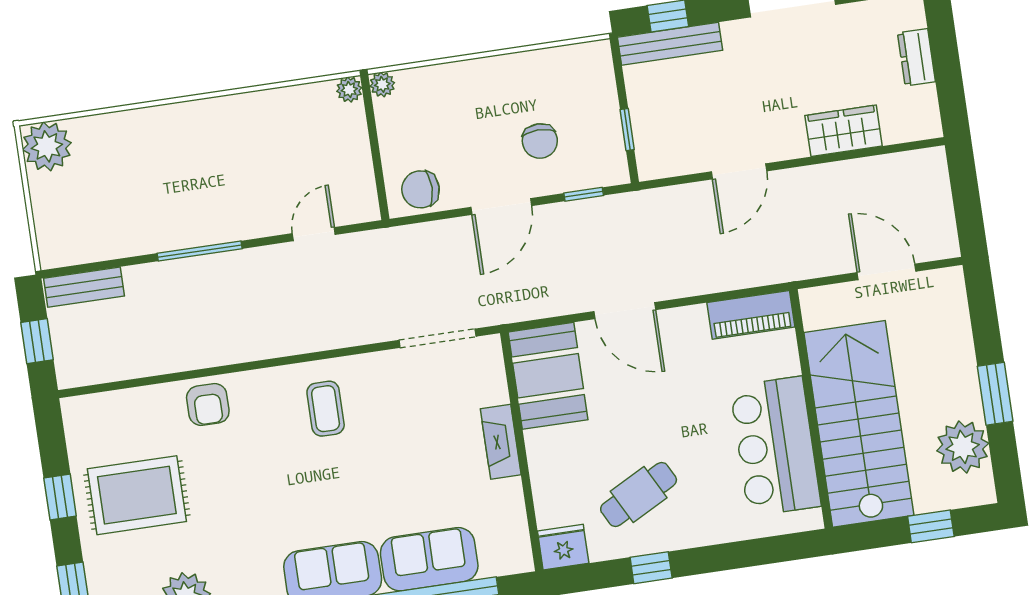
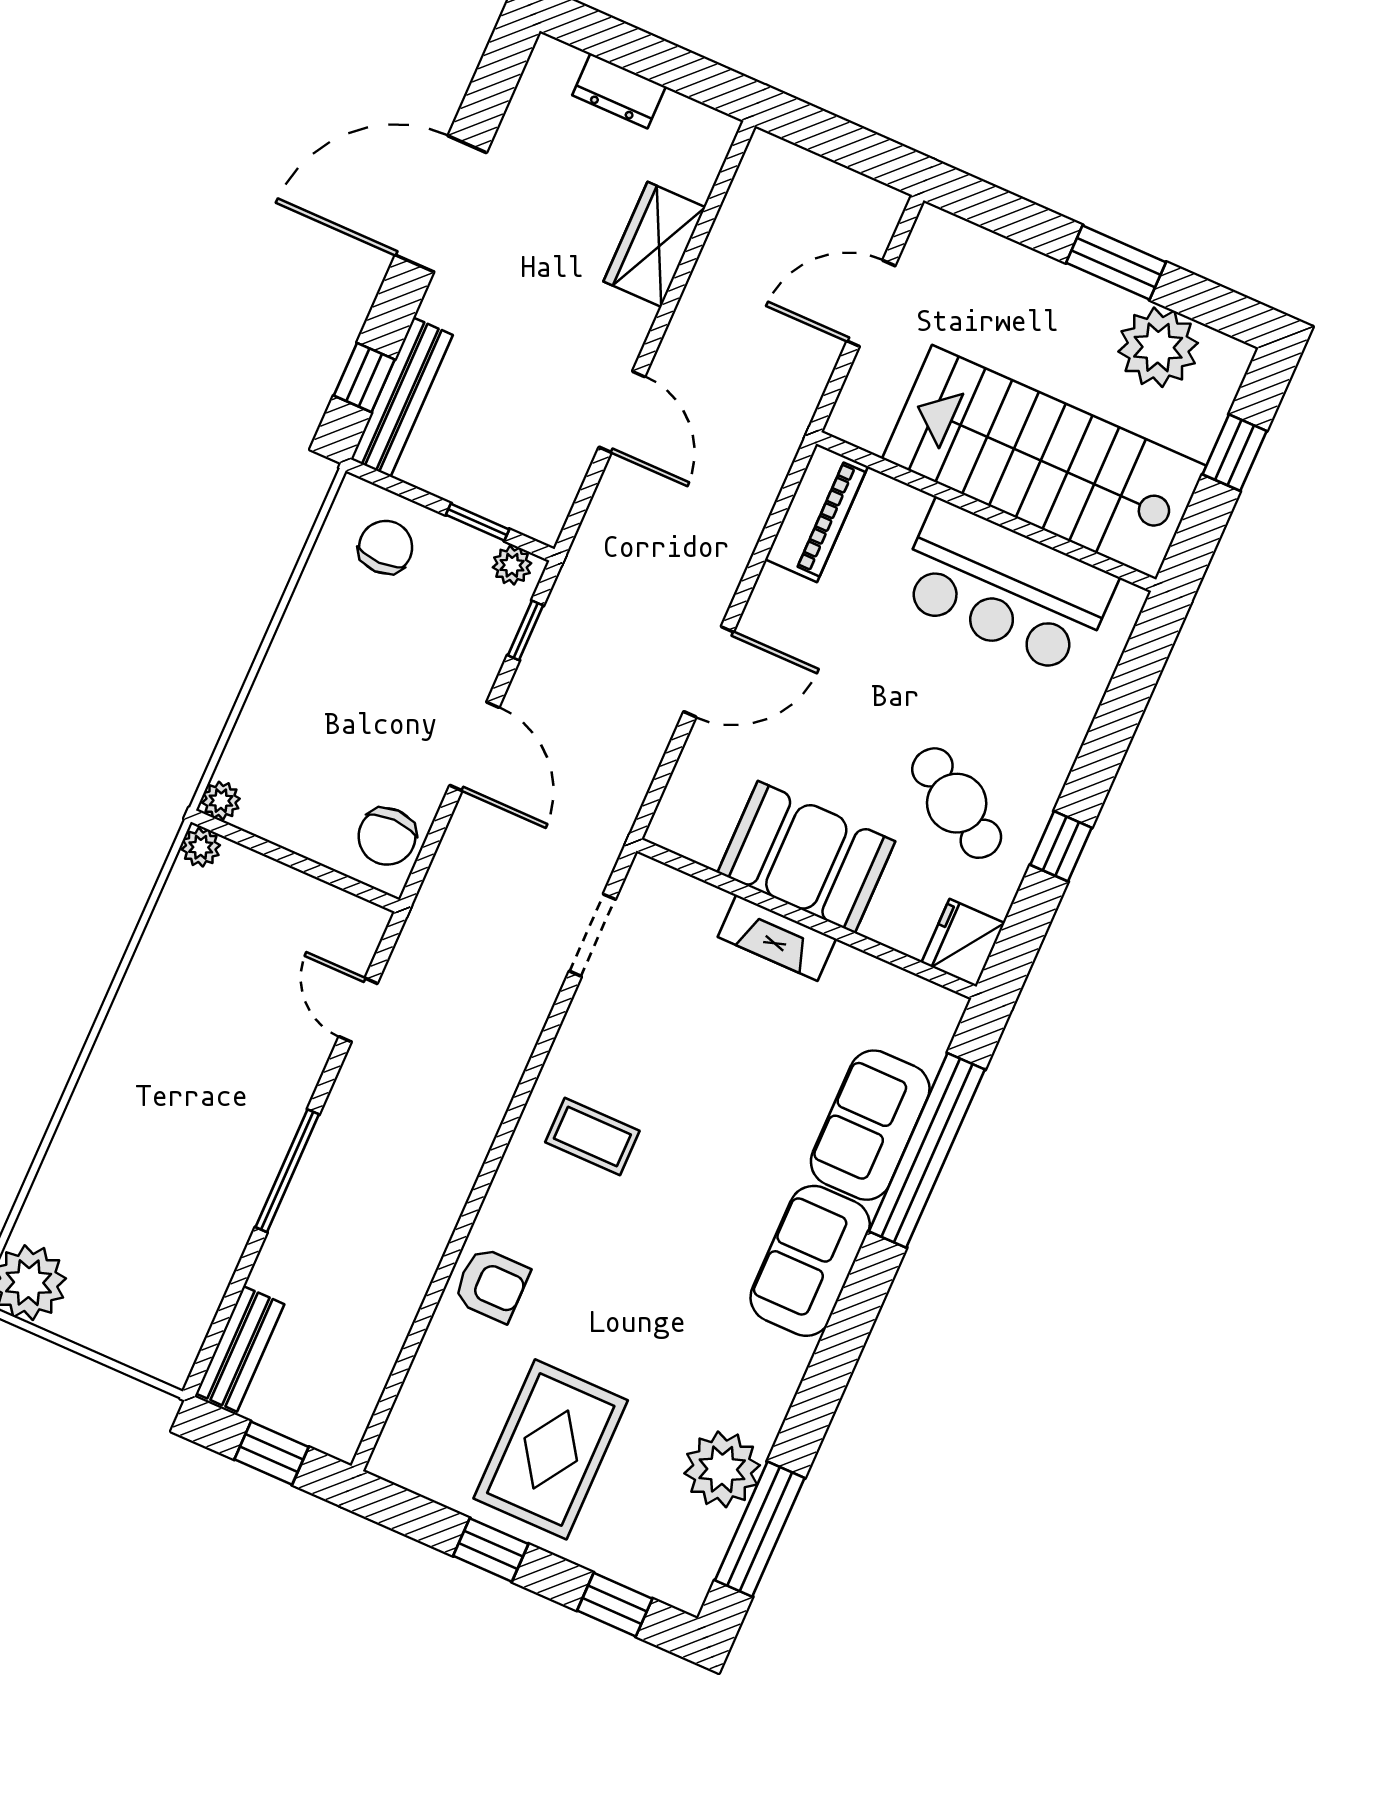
chair: (540, 141) -> (386, 547), moved, turned -90
plant: (615, 164) -> (512, 565), added
doorway: (437, 338) -> (592, 935), width x0.73
booth: (548, 376) -> (806, 857), moved
cafe table: (639, 495) -> (957, 803), turned -30

